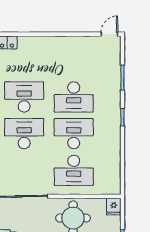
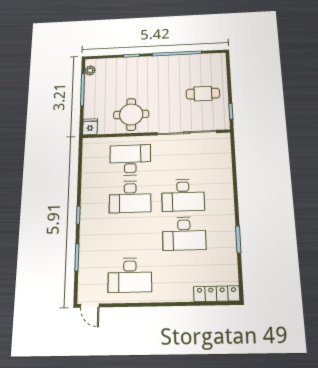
door: (109, 34) -> (90, 306), hinge flipped
desk: (74, 97) -> (130, 275), moved, turned 180

